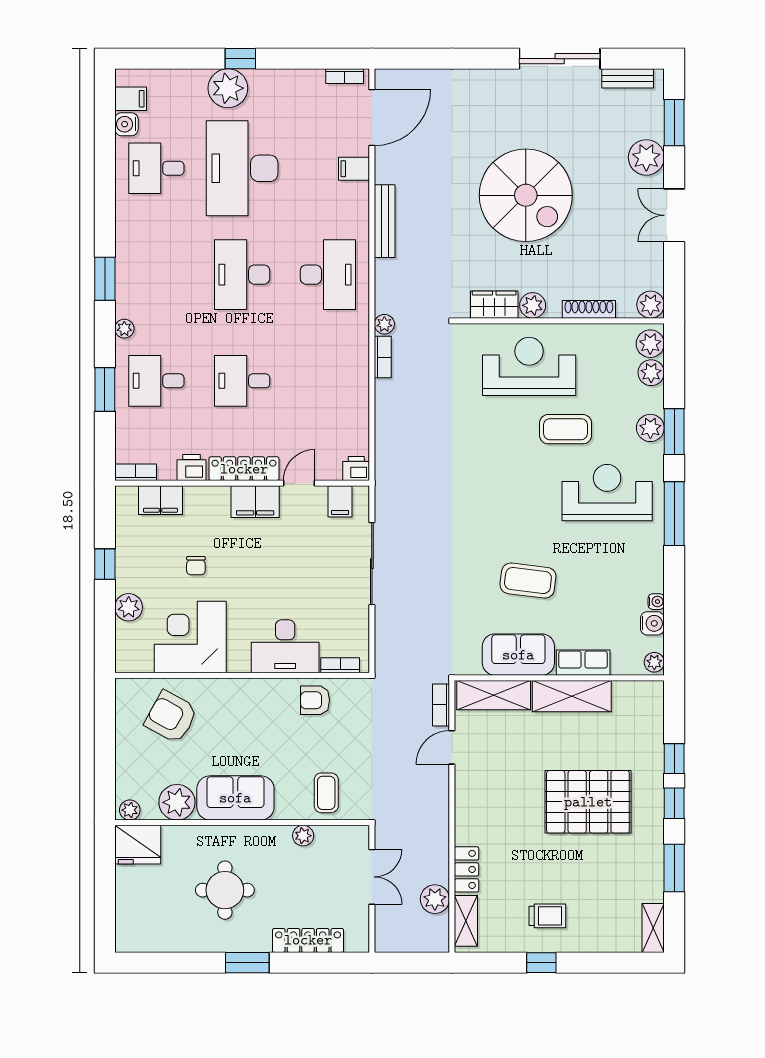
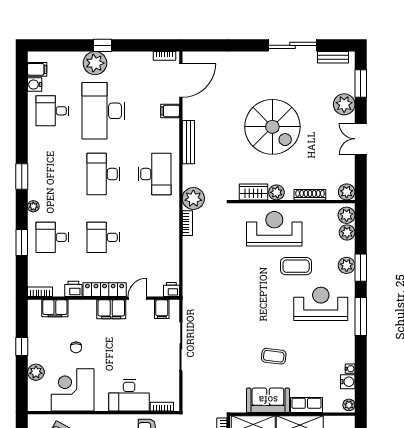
plant: (384, 324) -> (193, 198), width x1.87, depth x1.87
coffee table: (528, 581) -> (274, 356), width x0.73, depth x0.77

